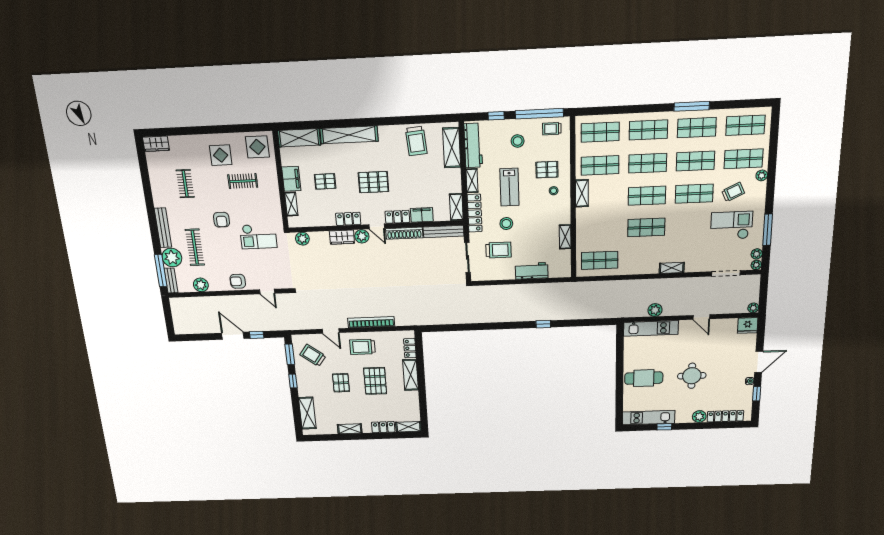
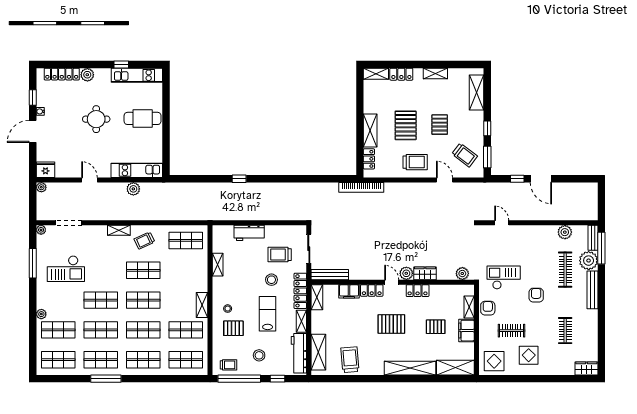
trolley: (733, 192) -> (144, 240), moved
shoe rack: (404, 233) -> (366, 275), removed
plant: (757, 254) -> (41, 240), removed
armchair: (238, 281) -> (488, 308), moved, turned -90
bookcase: (371, 322) -> (361, 187), moved

